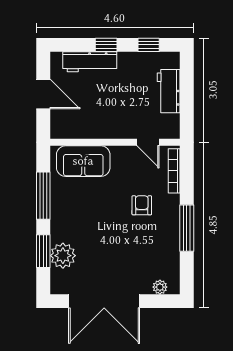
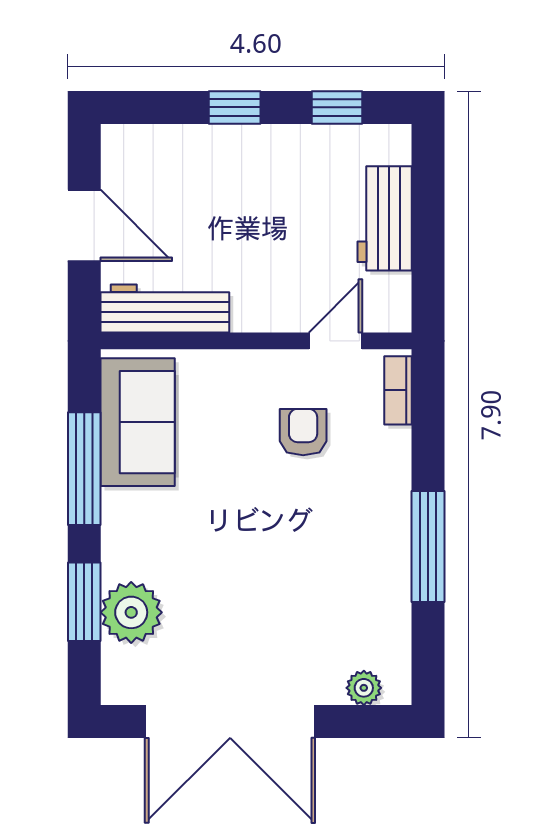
workbench: (90, 62) -> (165, 308), moved, turned 180
door: (148, 142) -> (335, 341), swing flipped
sofa: (83, 161) -> (138, 422), moved, turned -90
bookcase: (174, 171) -> (398, 390), width x0.64
armchair: (142, 205) -> (303, 432), moved

